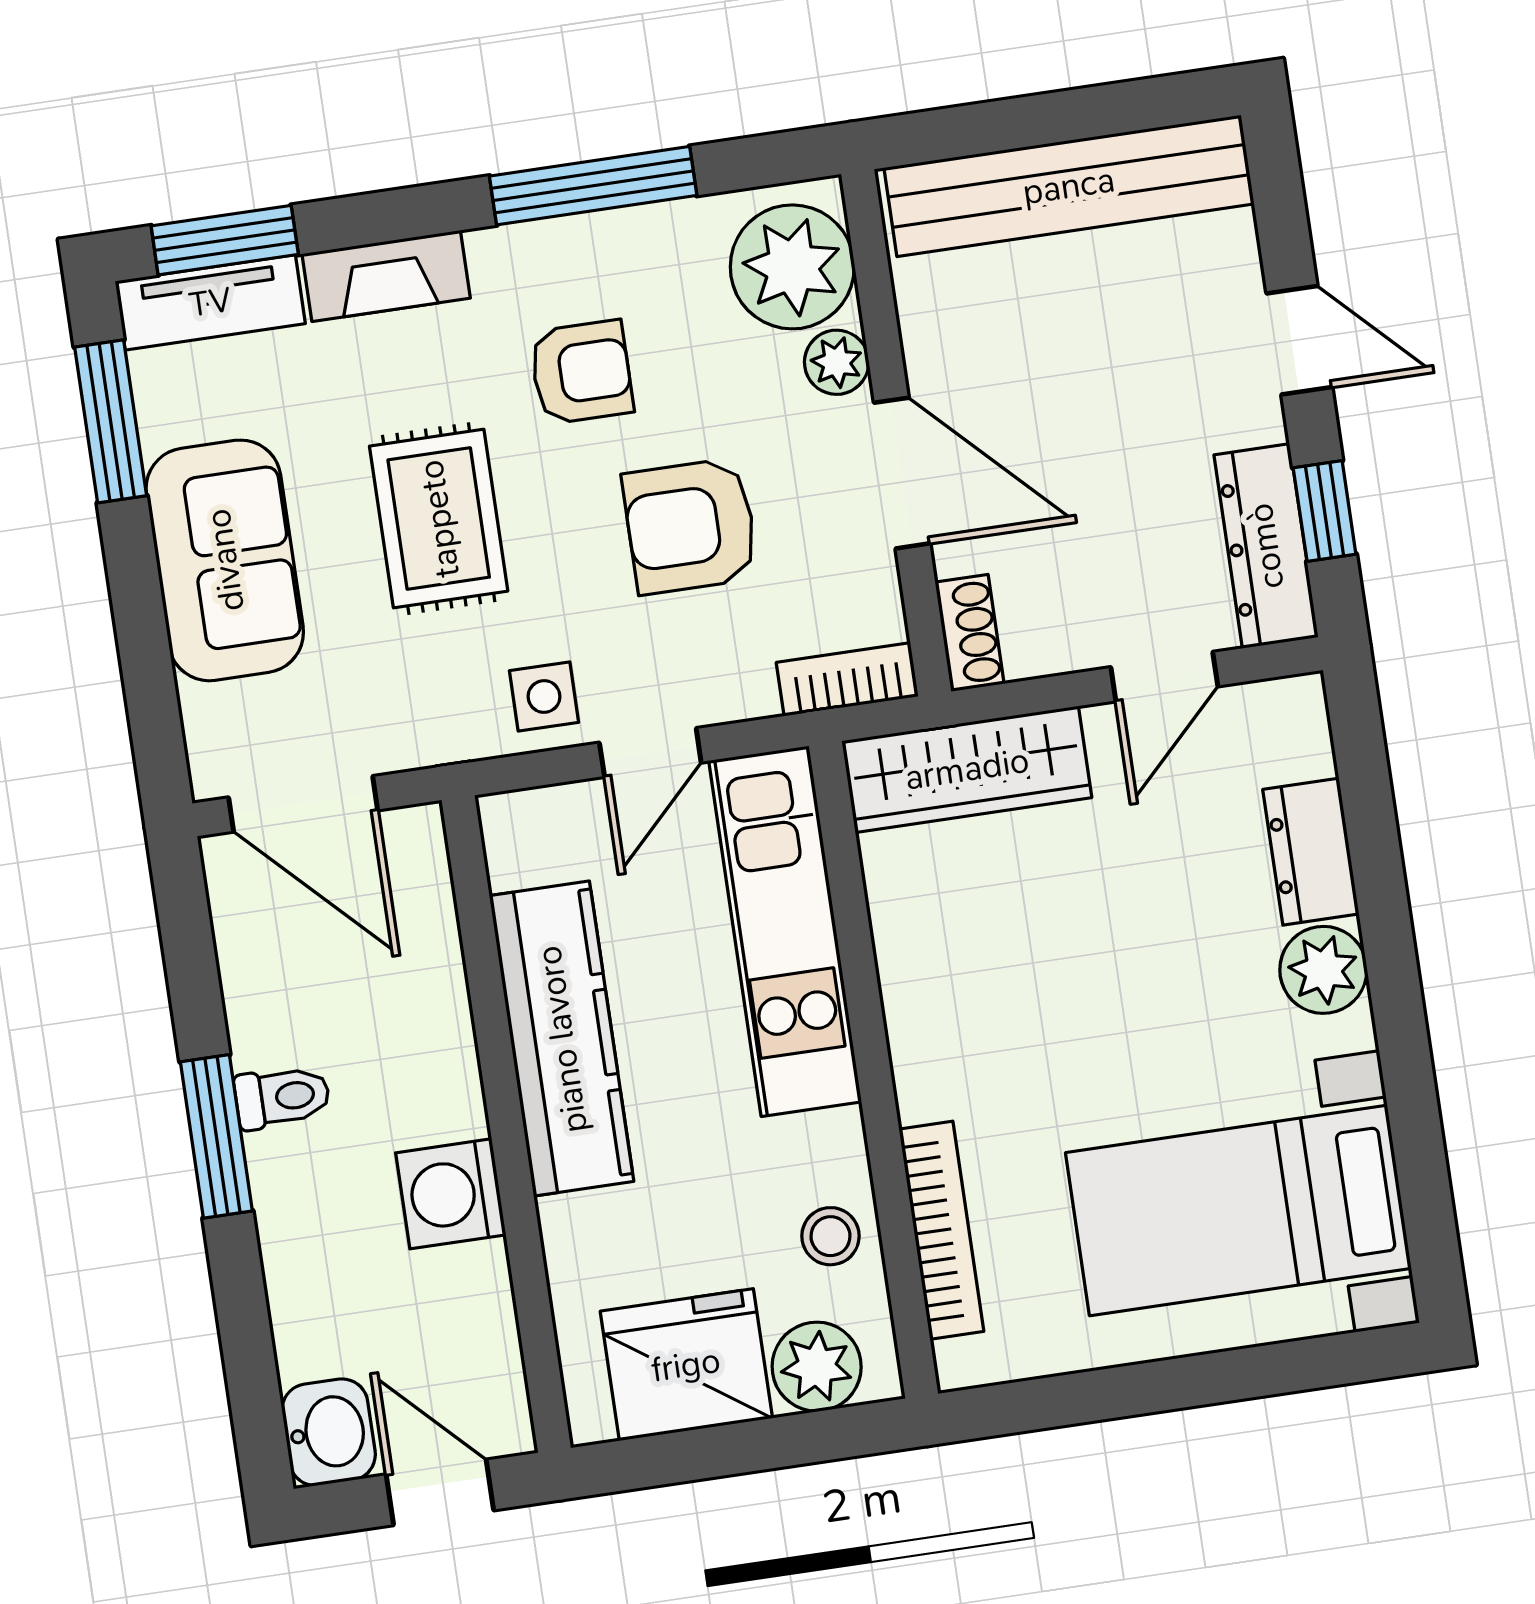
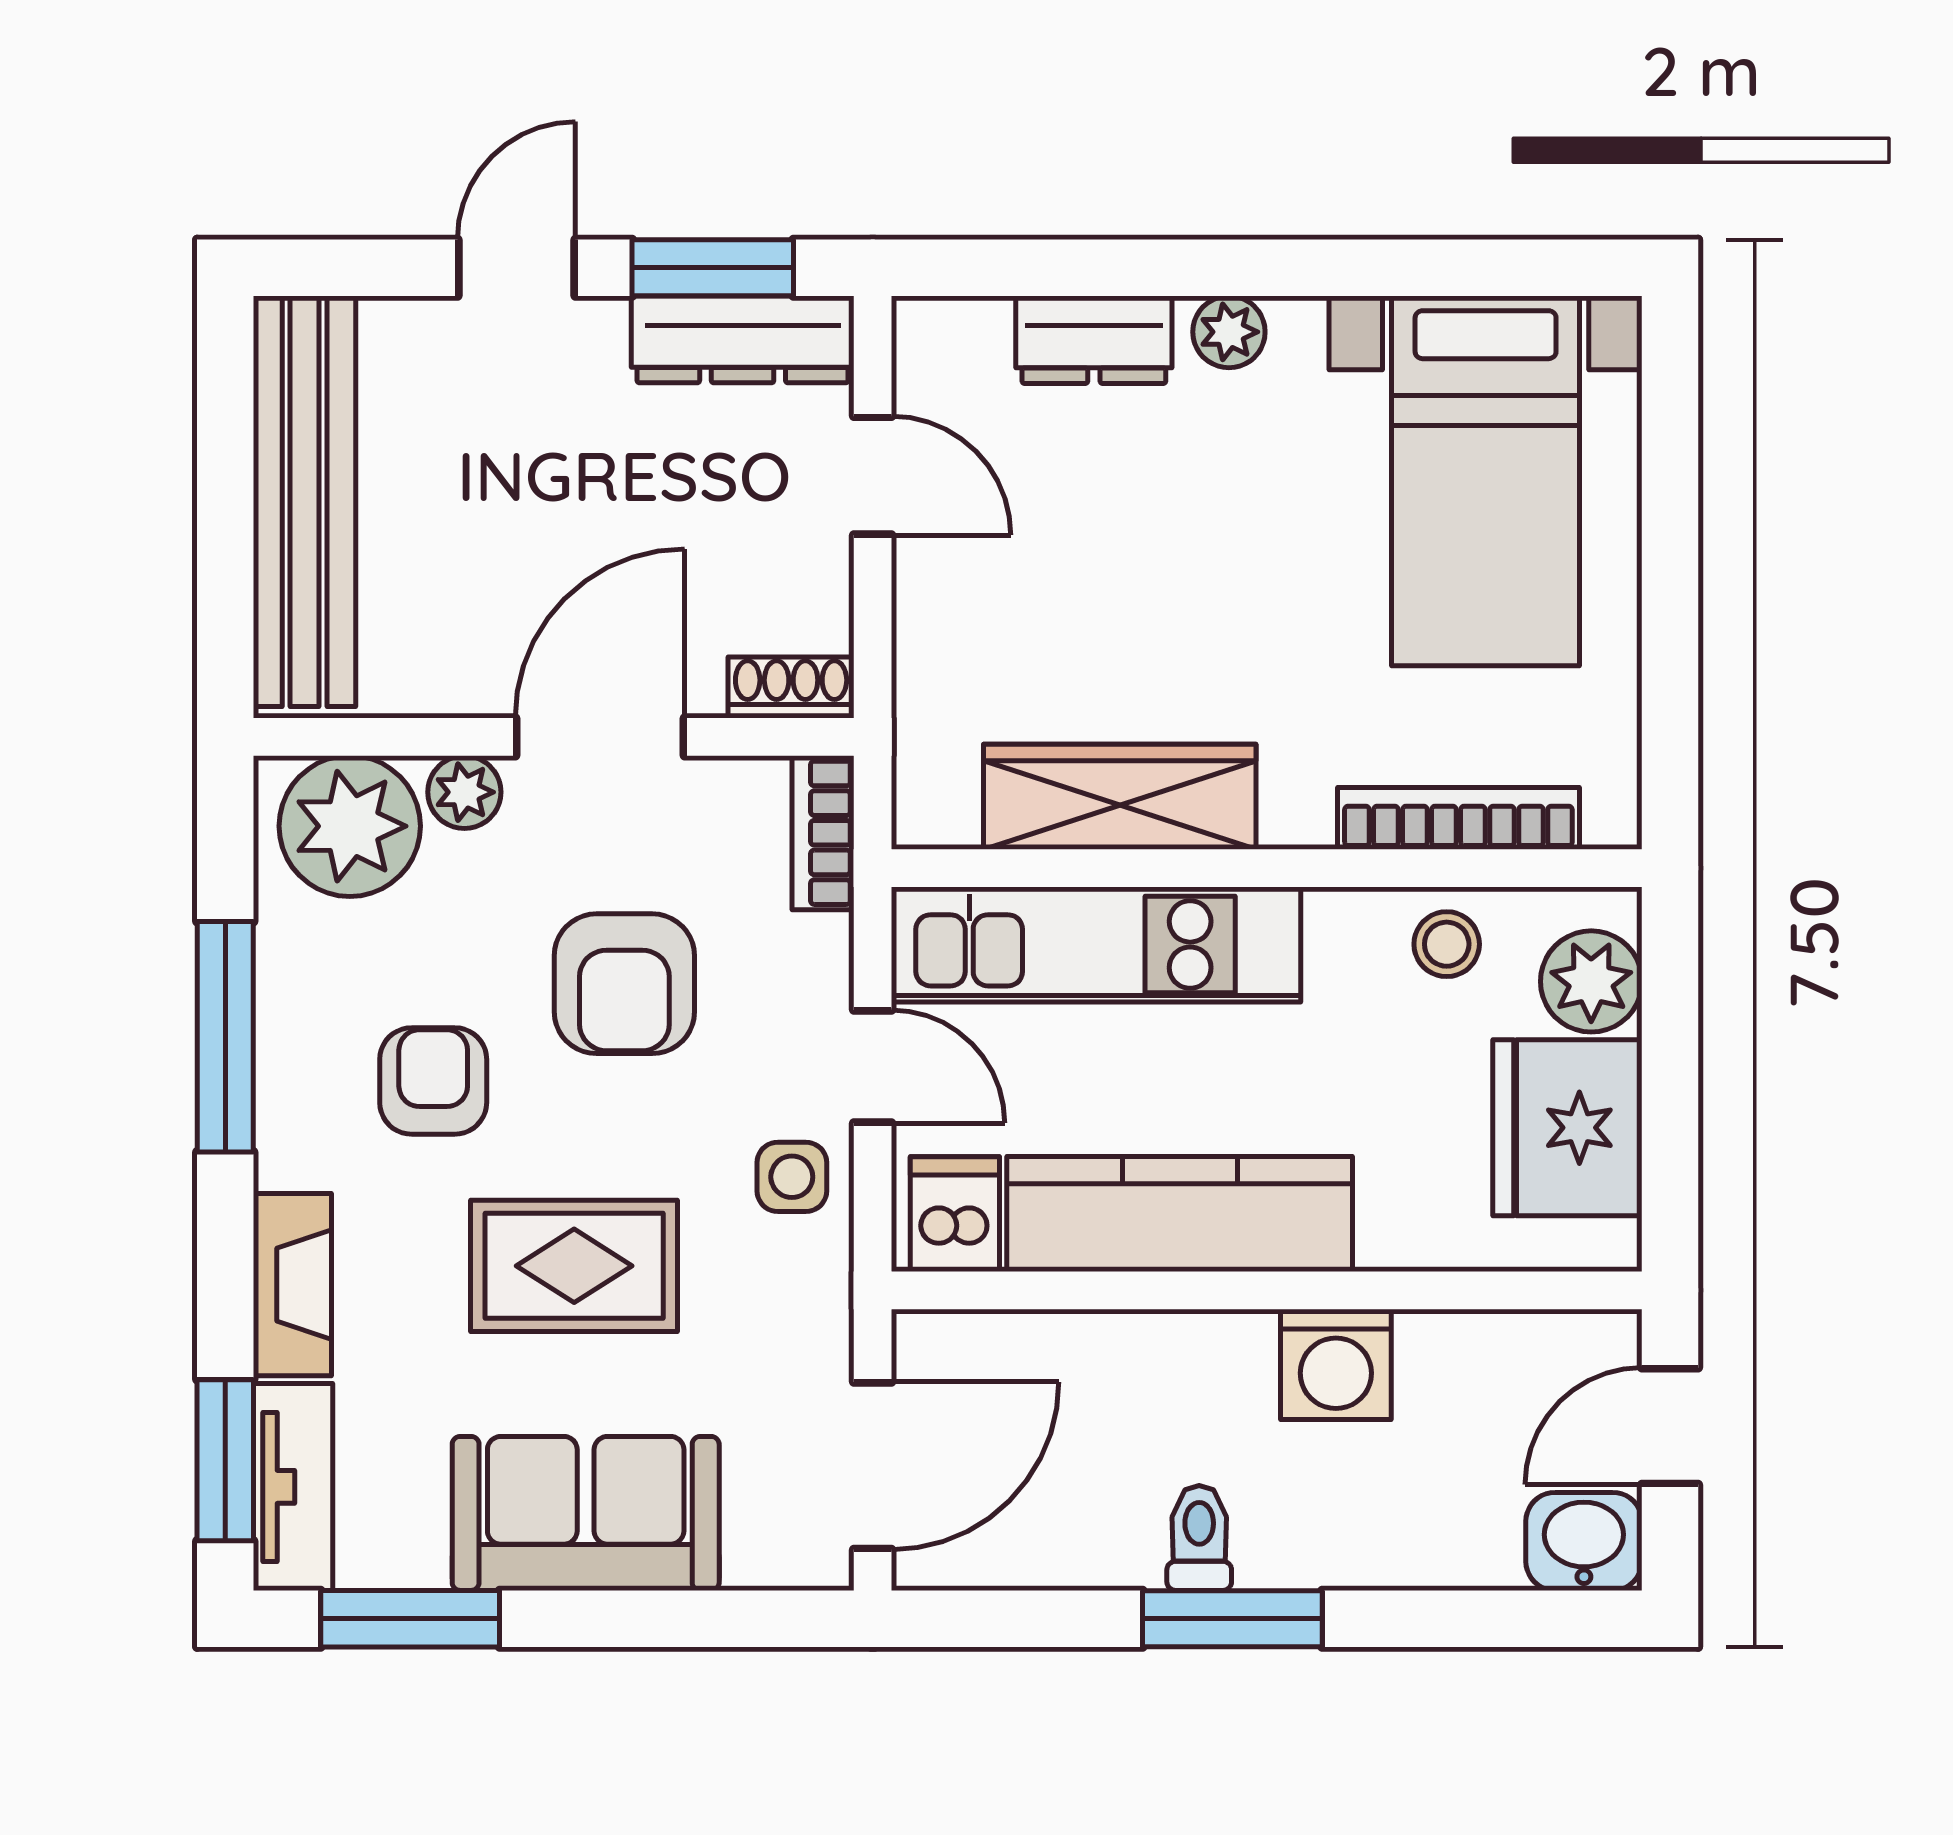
window: (1325, 511) -> (713, 268), width x1.50
wardrobe: (967, 769) -> (1120, 797), moved, turned -90
dishwasher: (533, 843) -> (955, 1214), added
plant: (1323, 970) -> (1229, 332), width x0.73, depth x0.73

